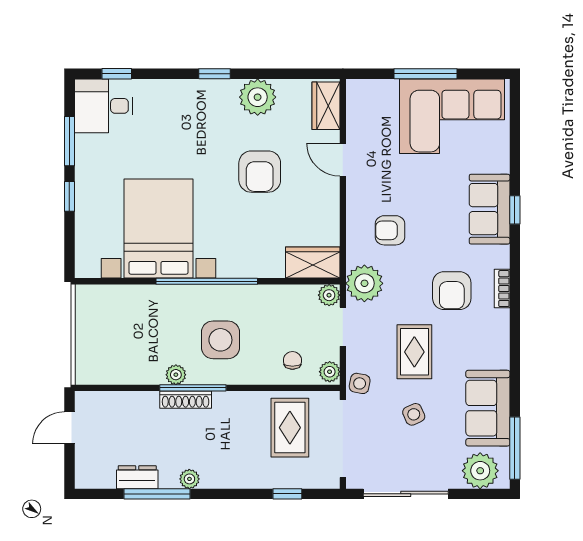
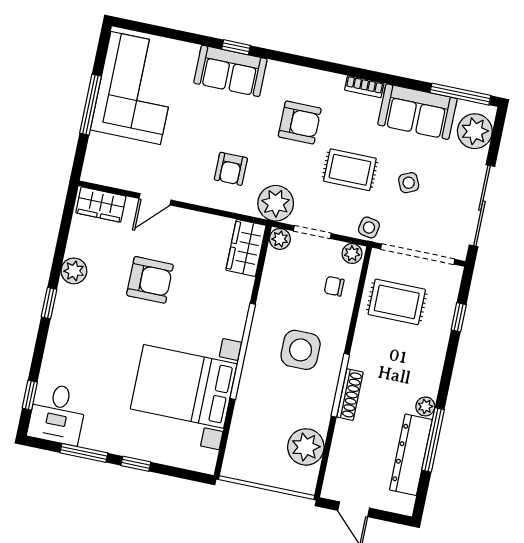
plant: (258, 97) -> (74, 271), width x0.73, depth x0.73
bookcase: (502, 289) -> (364, 87), moved
plant: (176, 375) -> (306, 447), moved, width x1.88, depth x1.88
dresser: (137, 477) -> (411, 455), width x1.96, depth x1.24

